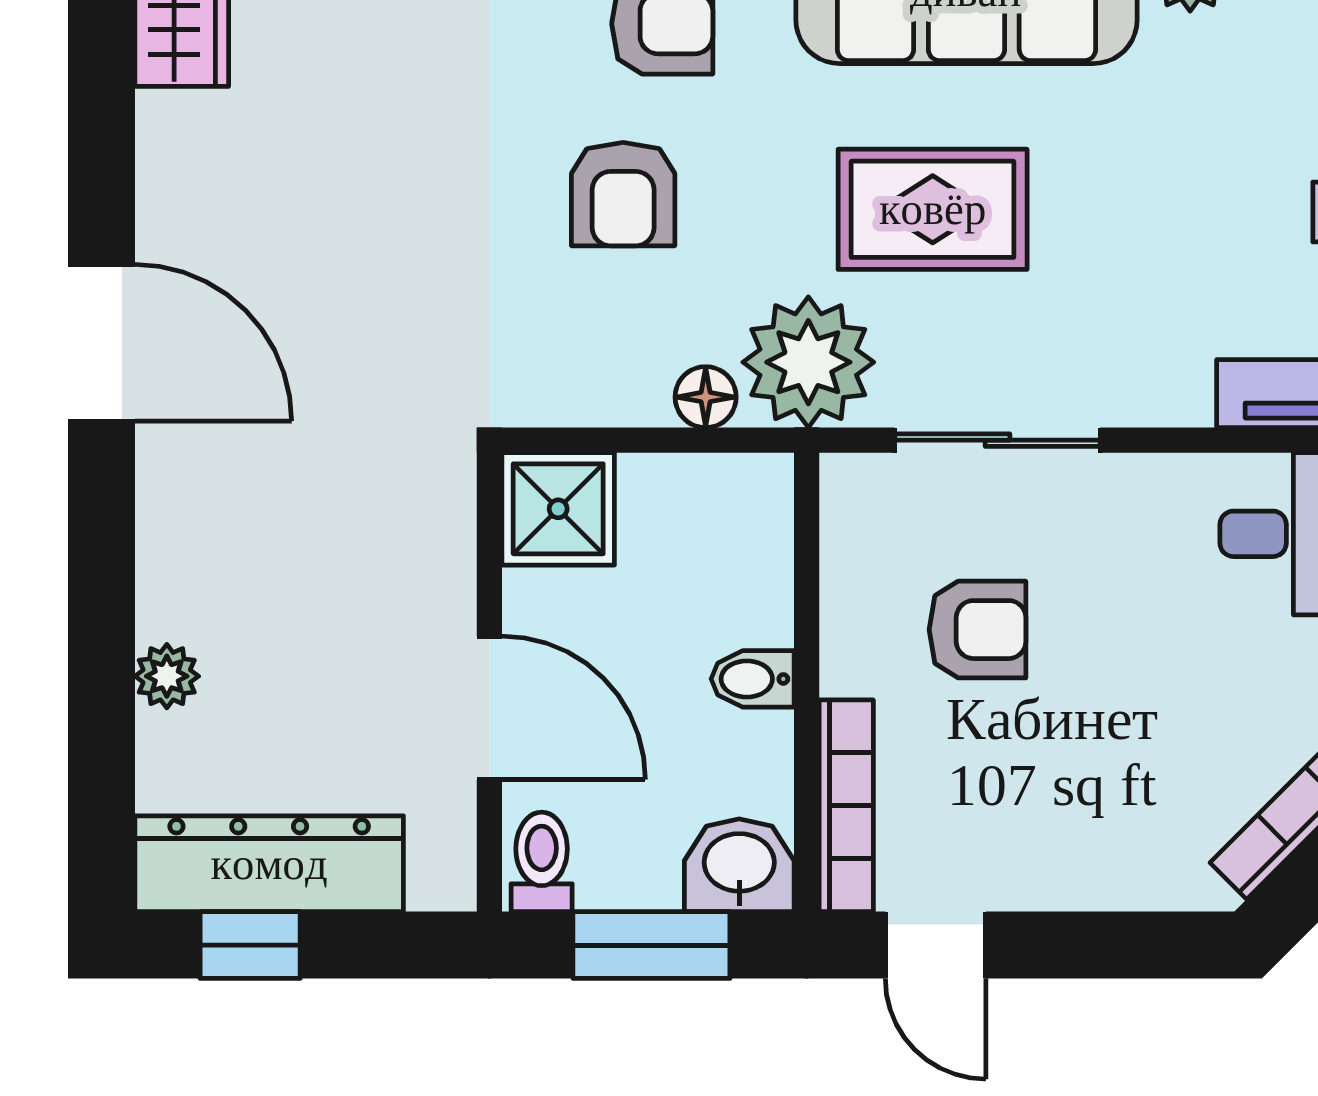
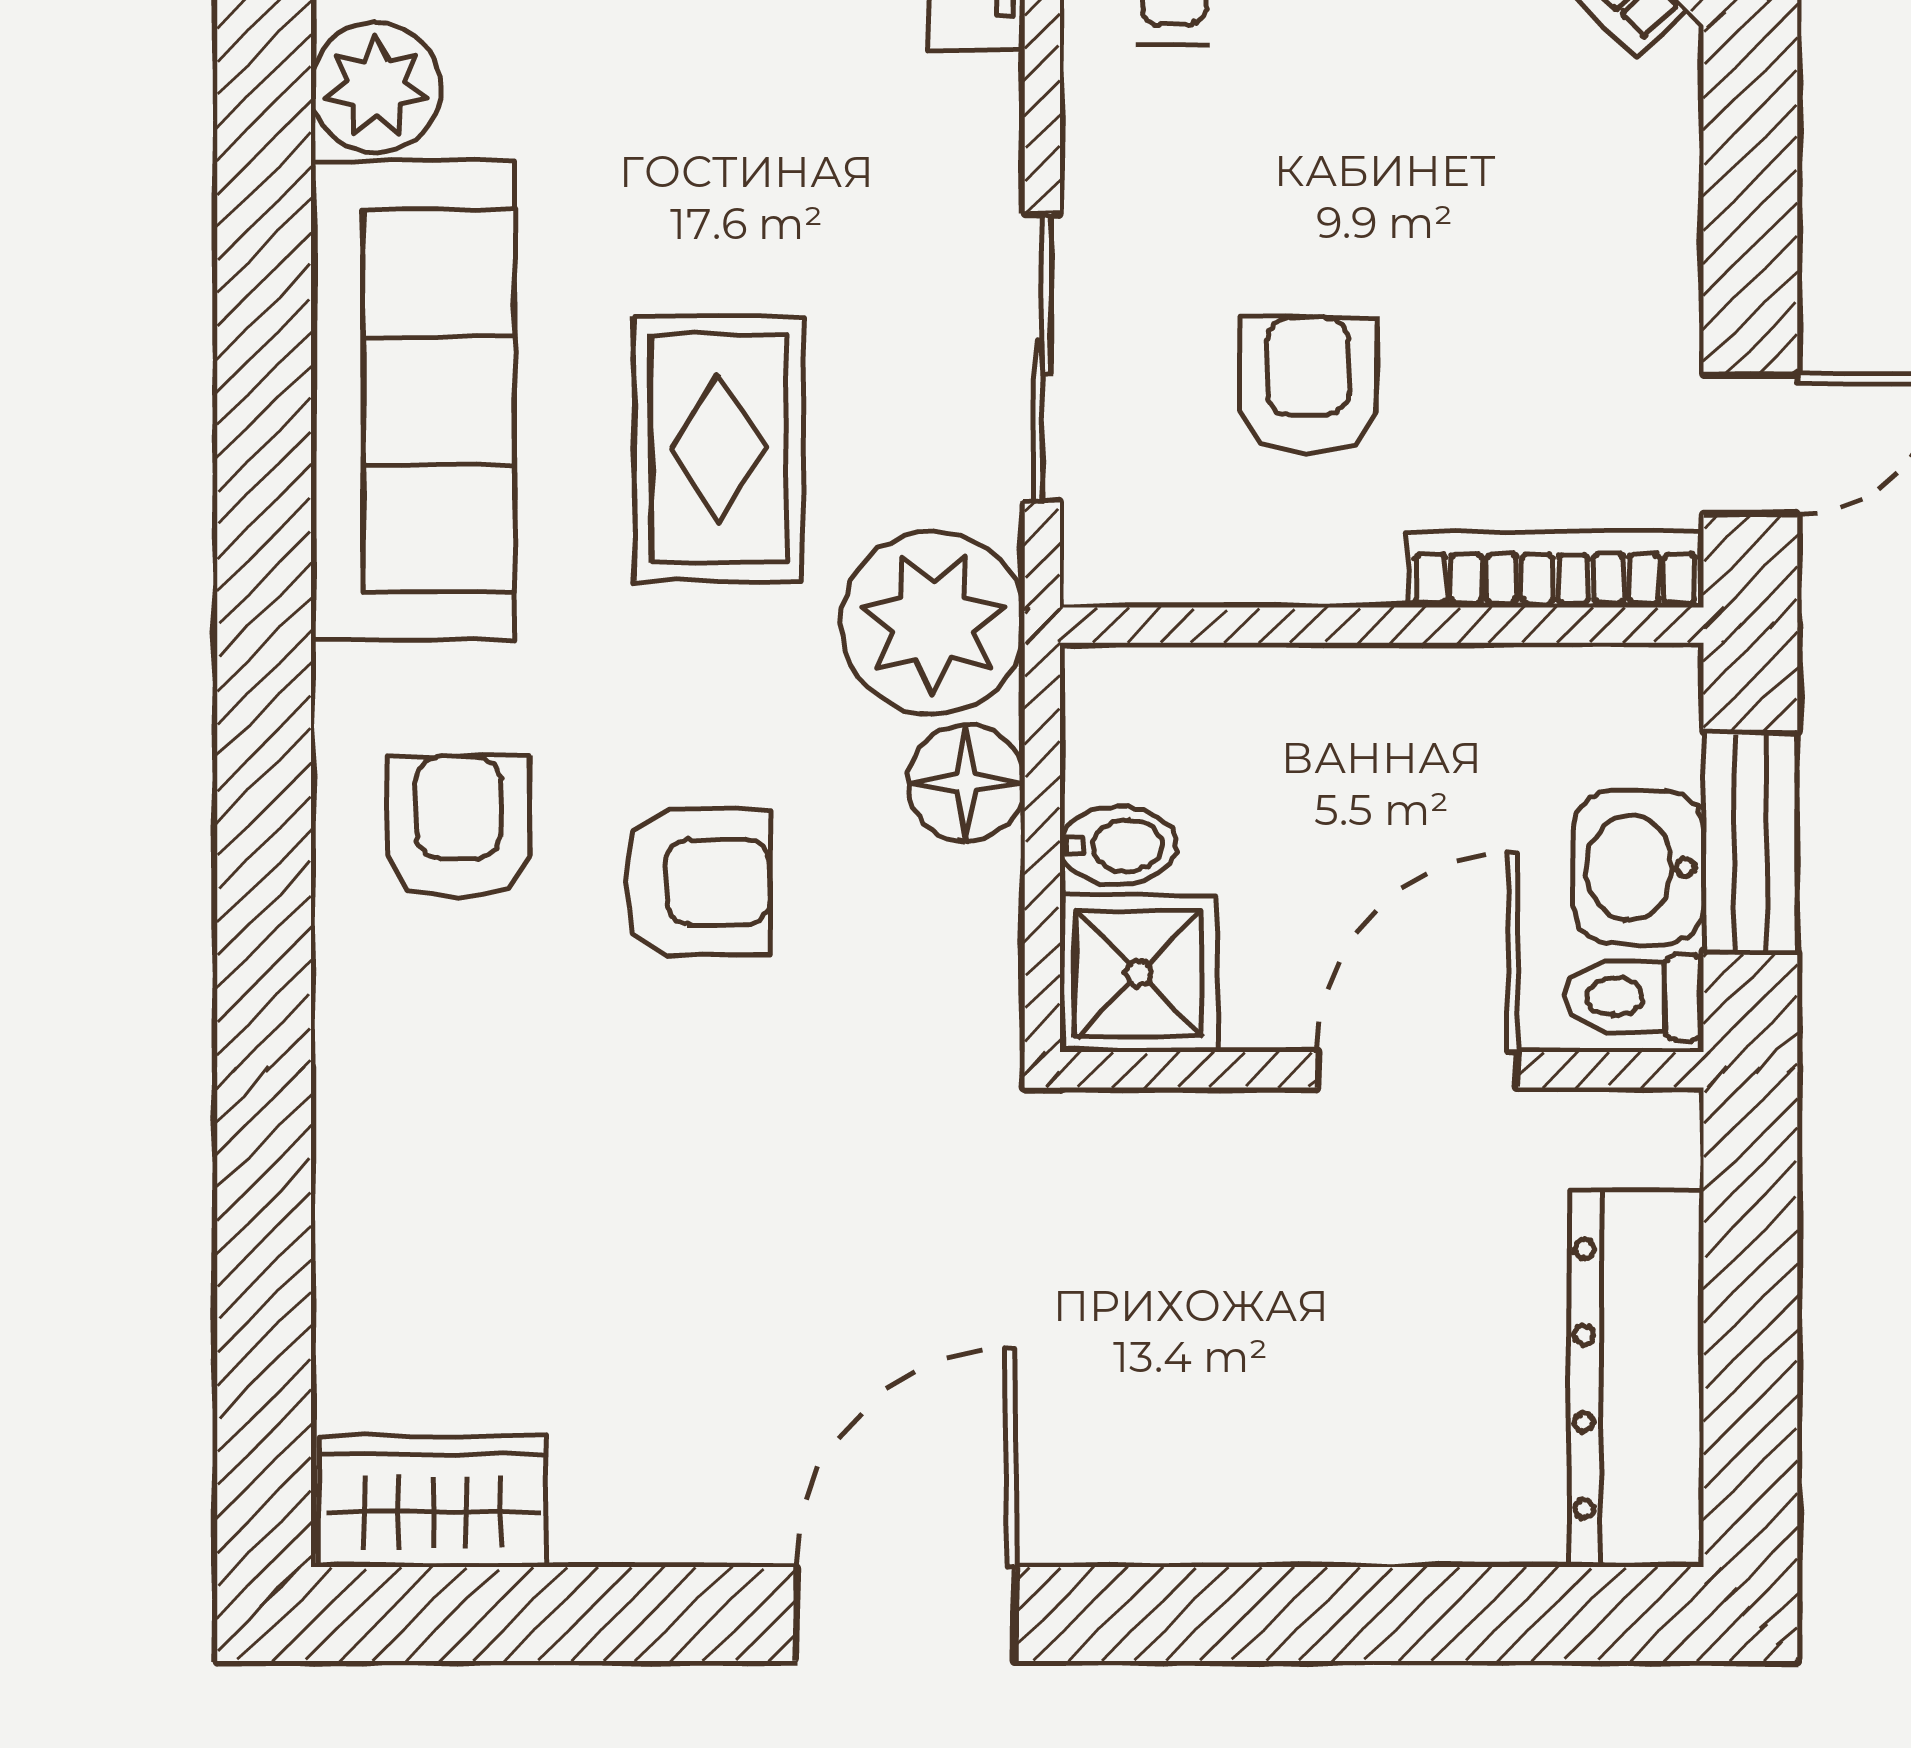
floor lamp: (706, 397) -> (966, 783), width x1.37, depth x1.37
plant: (167, 676) -> (1373, 1522), removed
bidet: (753, 679) -> (1118, 846), moved, turned -90
washbasin: (739, 865) -> (1638, 867), moved
window: (250, 945) -> (1750, 1405), removed

